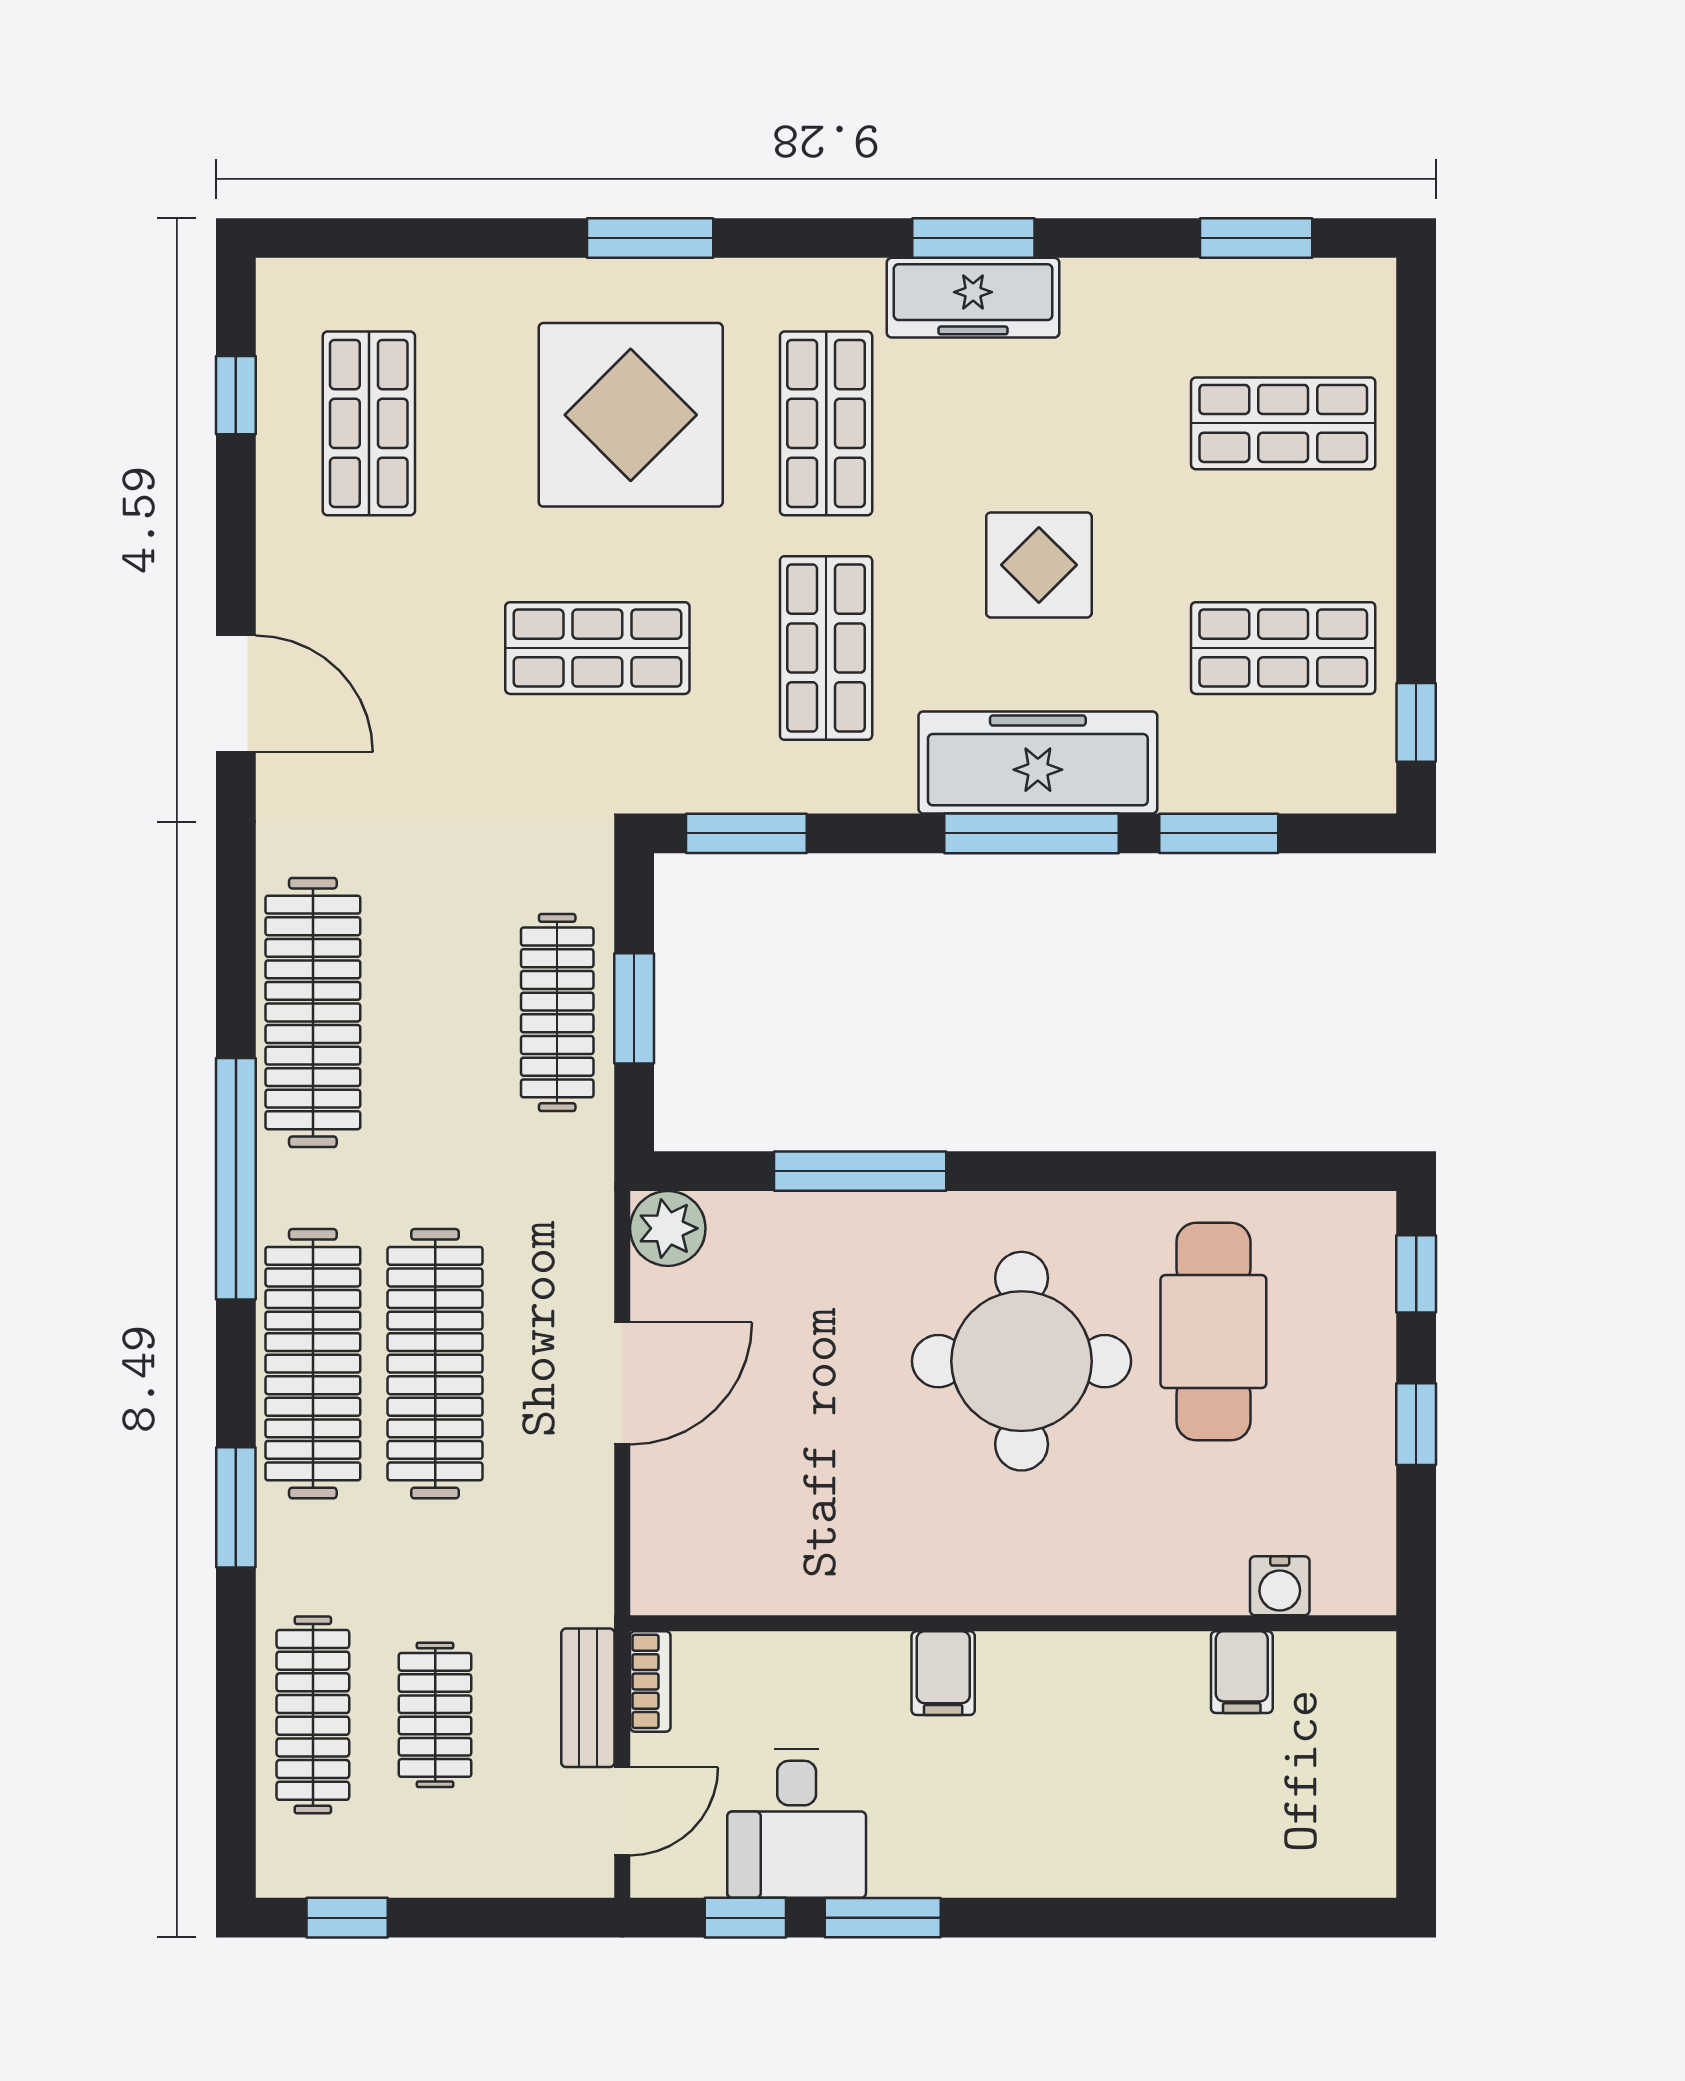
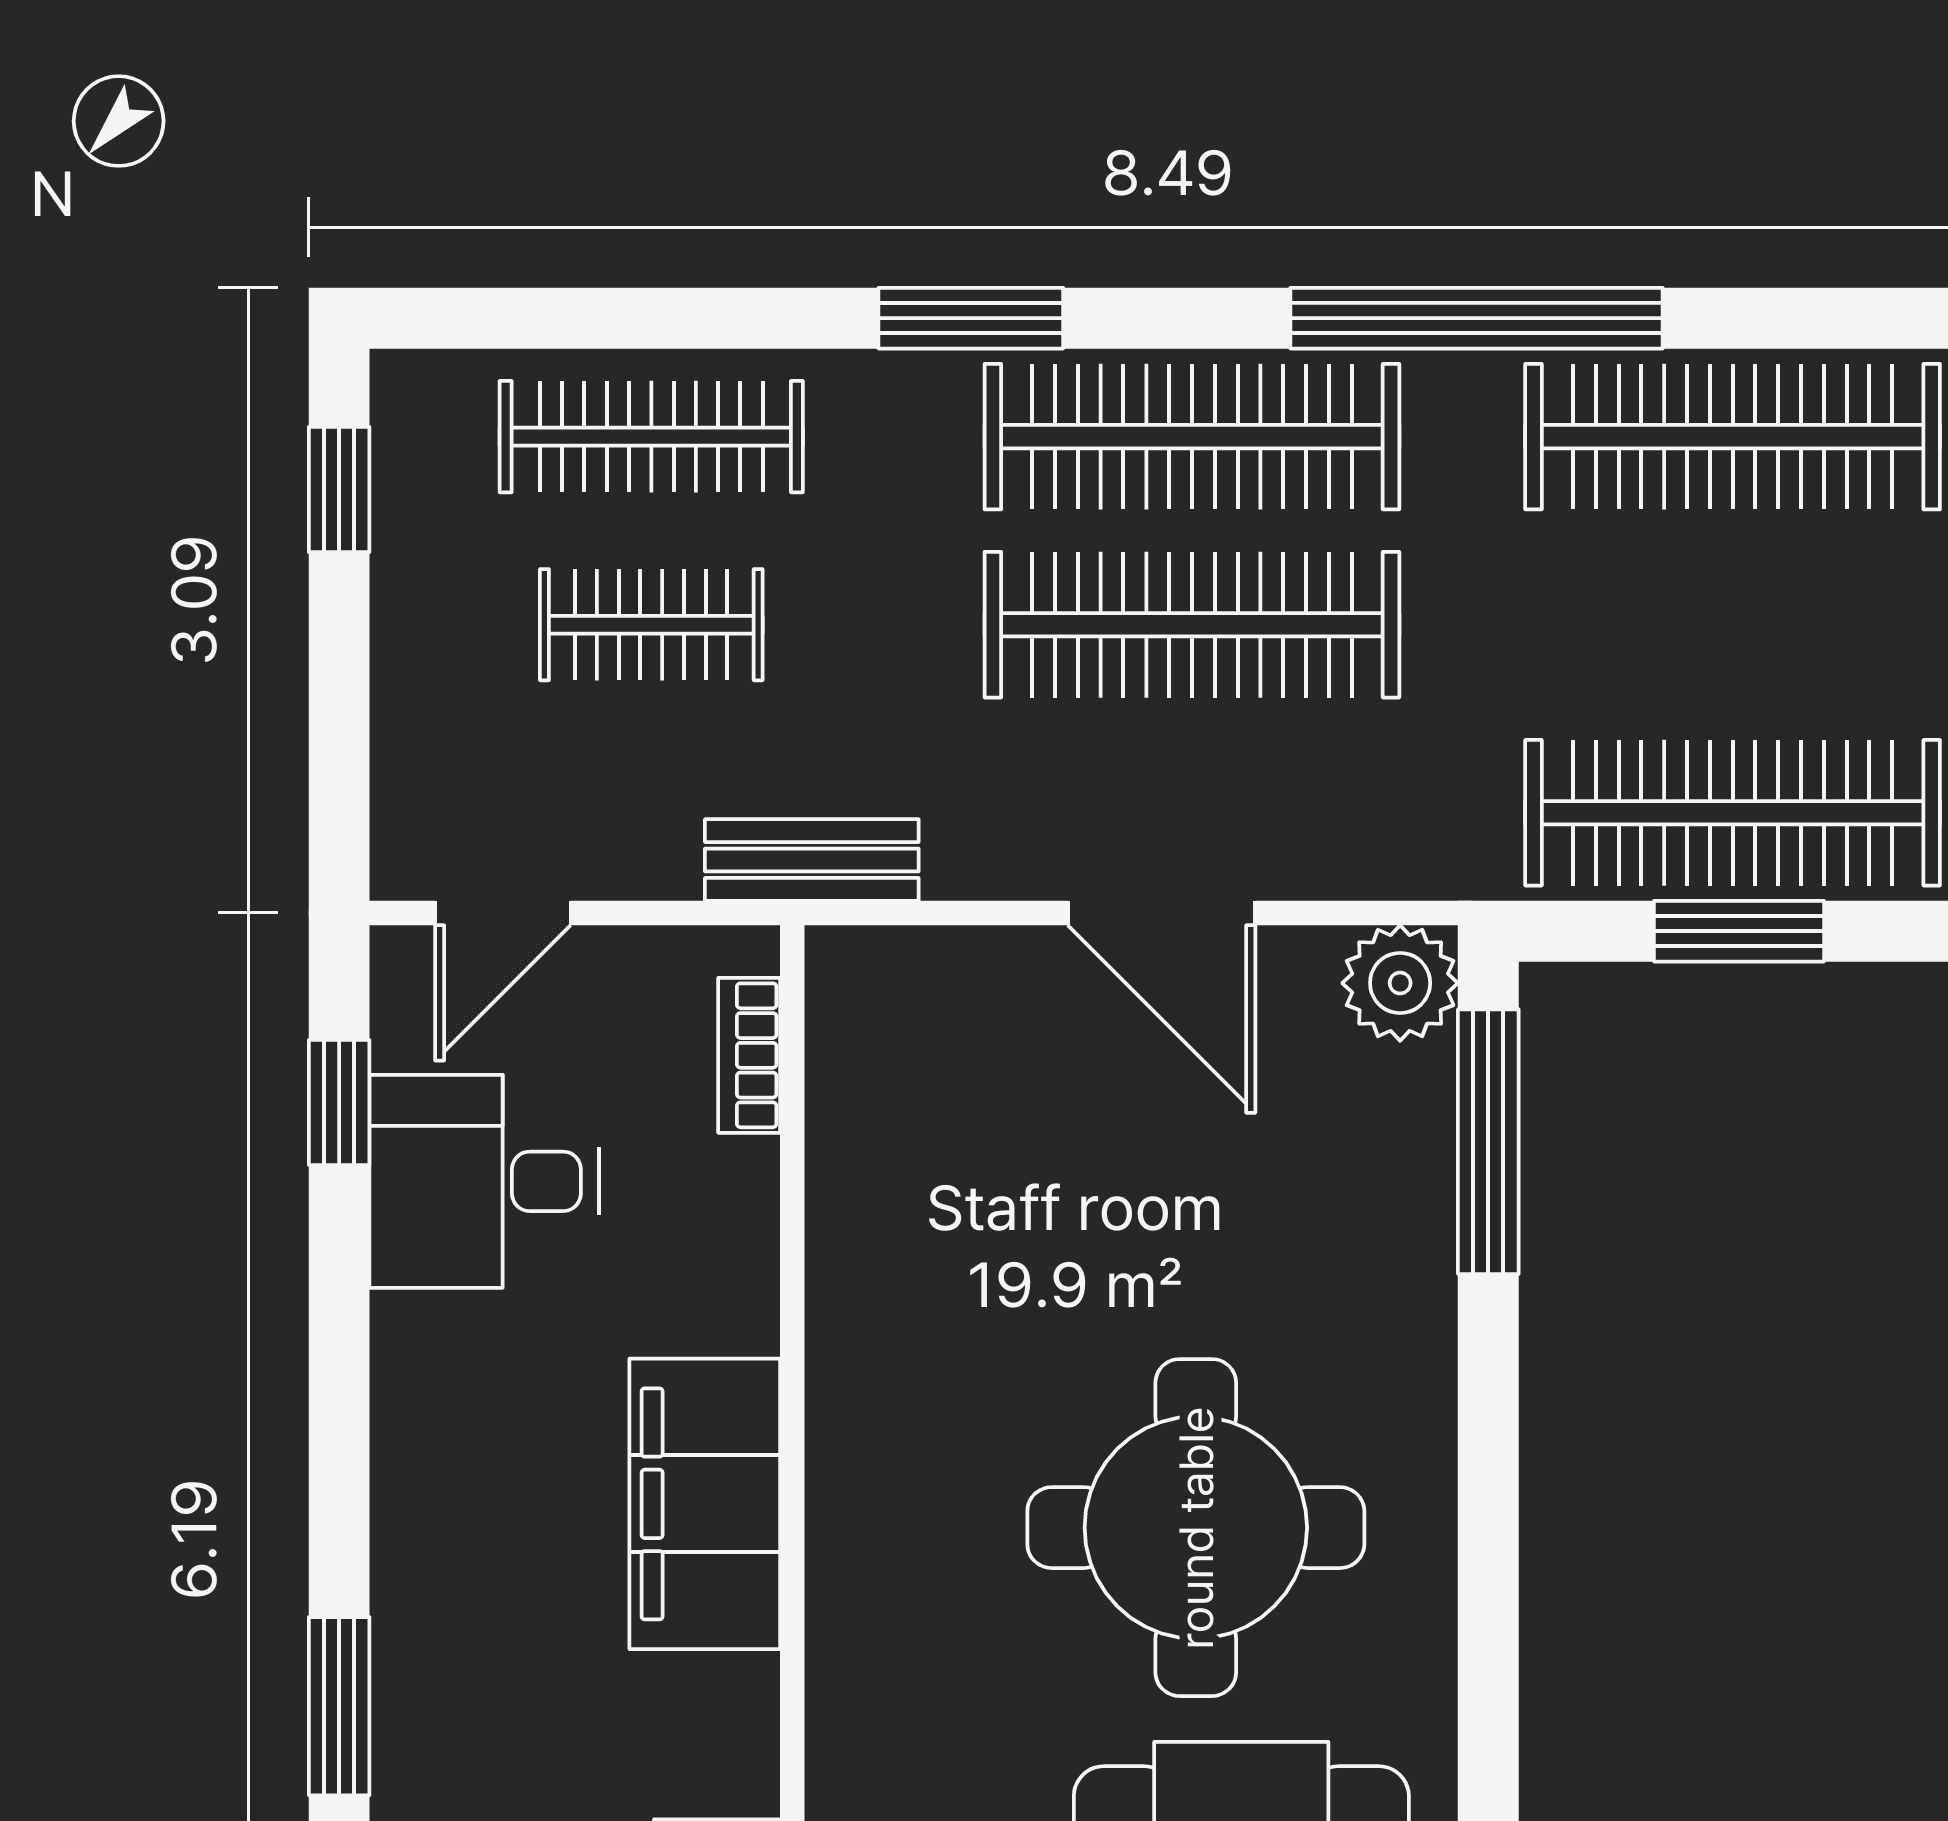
clothes rail: (557, 1012) -> (1733, 813), width x1.37, depth x1.31
window: (860, 1171) -> (1488, 1142), moved
filing cabinet: (943, 1673) -> (705, 1504), width x3.00, depth x1.17
bookcase: (650, 1681) -> (749, 1055), moved, turned 90
bench: (588, 1698) -> (812, 860), moved
door: (622, 1811) -> (503, 913), hinge flipped
window: (883, 1918) -> (339, 1706), moved

